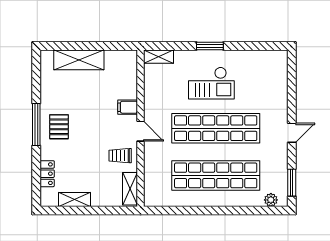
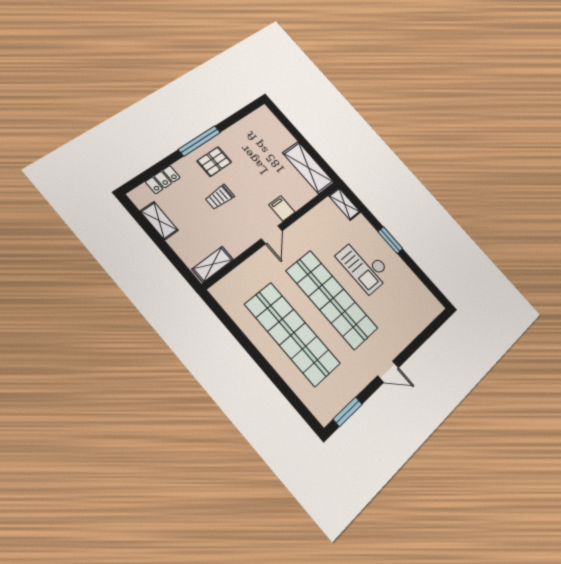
shelving: (79, 60) -> (308, 168), moved
trolley: (120, 156) -> (220, 197), moved, turned -90
plant: (271, 200) -> (316, 406), removed

